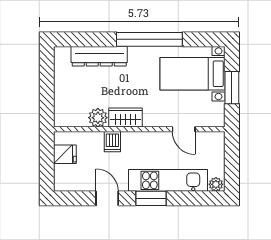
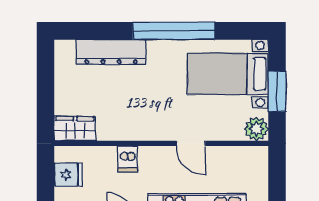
plant: (98, 118) -> (256, 129), moved
wardrobe: (125, 118) -> (75, 129), moved
door: (184, 129) -> (191, 143), moved

